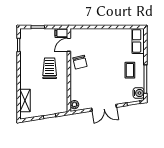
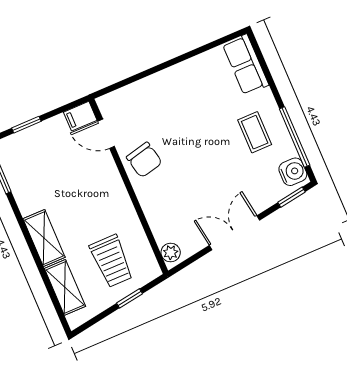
door: (69, 45) -> (106, 134), hinge flipped
trolley: (50, 68) -> (112, 261), moved, turned 180
shelving: (25, 77) -> (44, 238), added
double door: (104, 108) -> (234, 233), swing flipped

